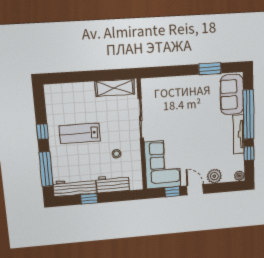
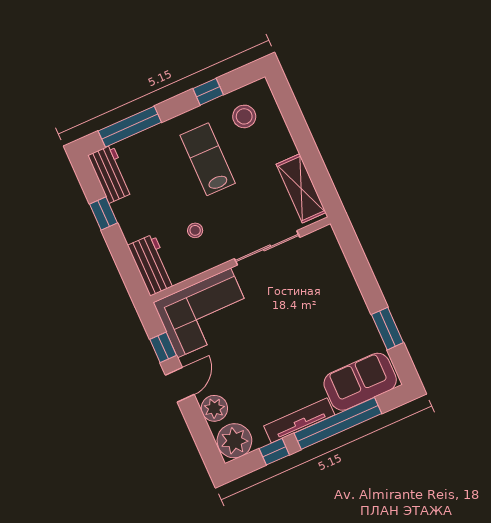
stool: (63, 105) -> (244, 116), added
window: (42, 132) -> (208, 92), moved
plant: (239, 176) -> (234, 441), width x1.88, depth x1.88
workbench: (113, 184) -> (152, 265), moved
workbench: (75, 188) -> (111, 174), width x0.73

